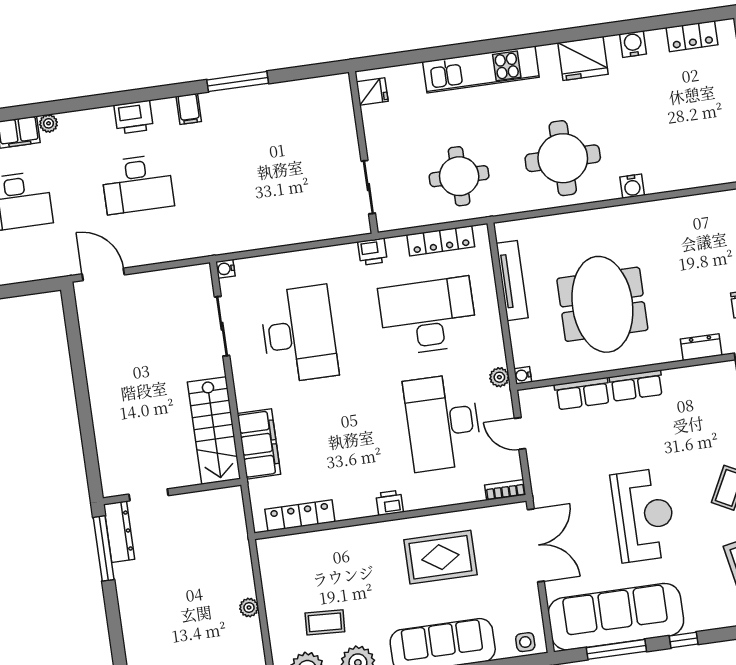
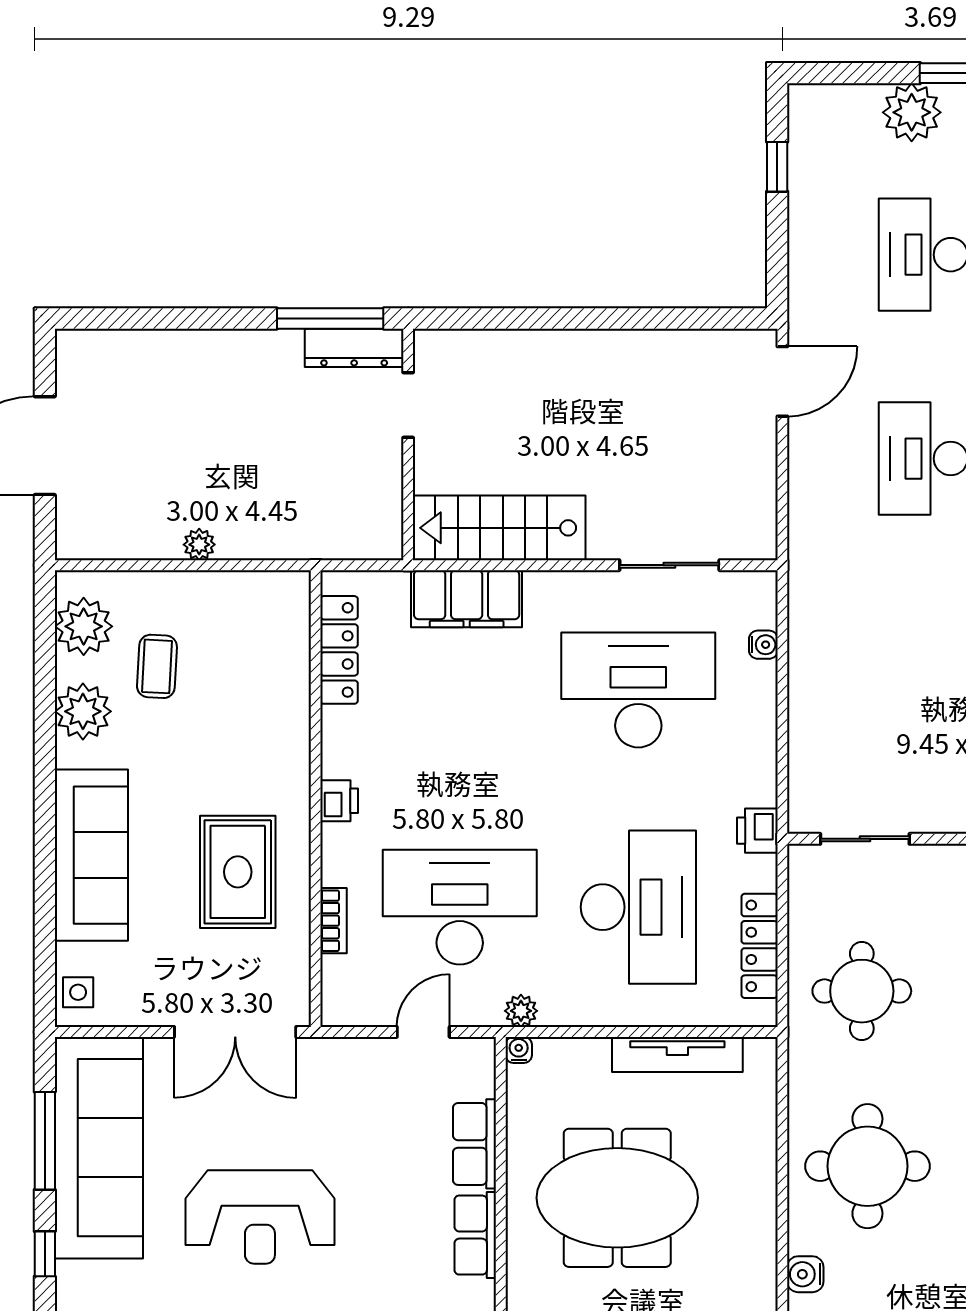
water cooler: (225, 269) -> (763, 645), moved, turned 90
desk: (299, 334) -> (638, 690), turned 180
bookcase: (505, 490) -> (334, 921), moved

